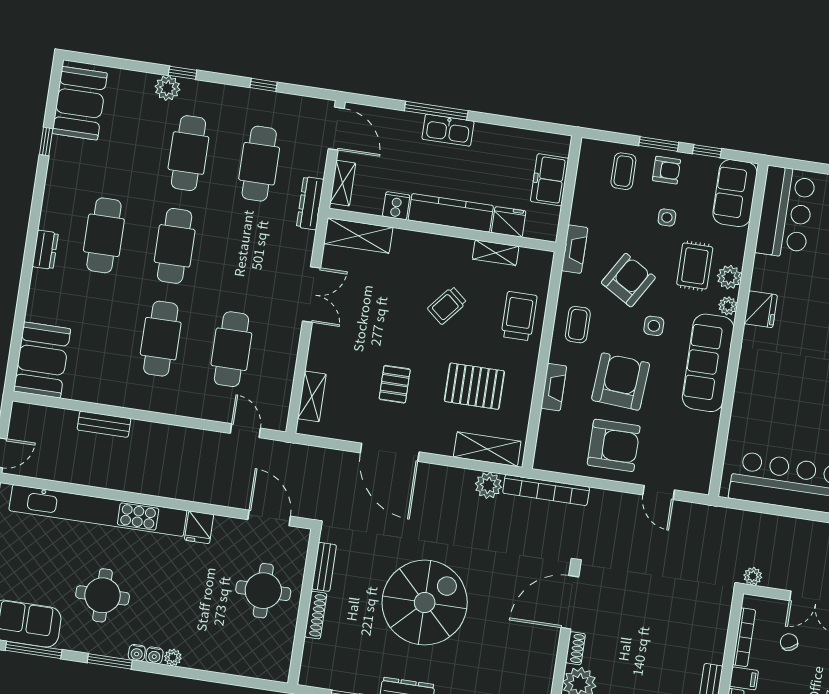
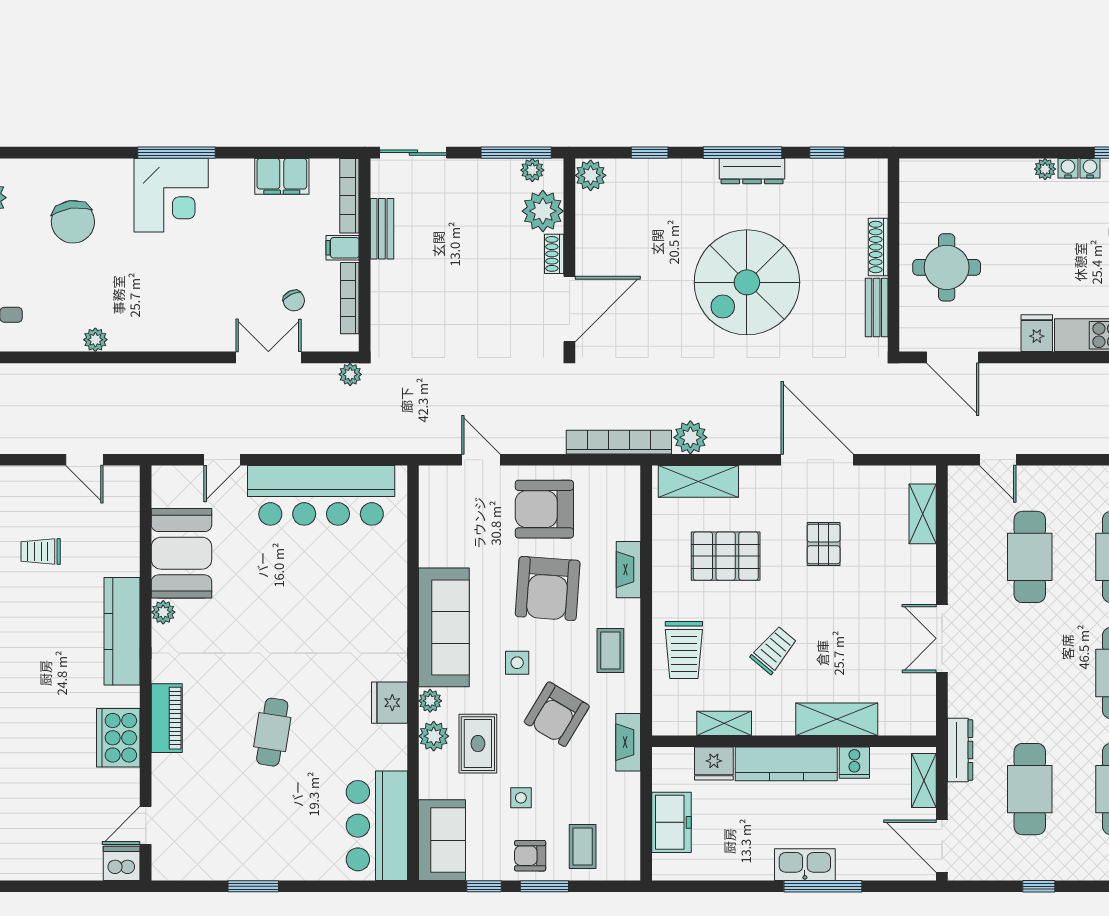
shelving: (358, 236) -> (837, 719), moved

